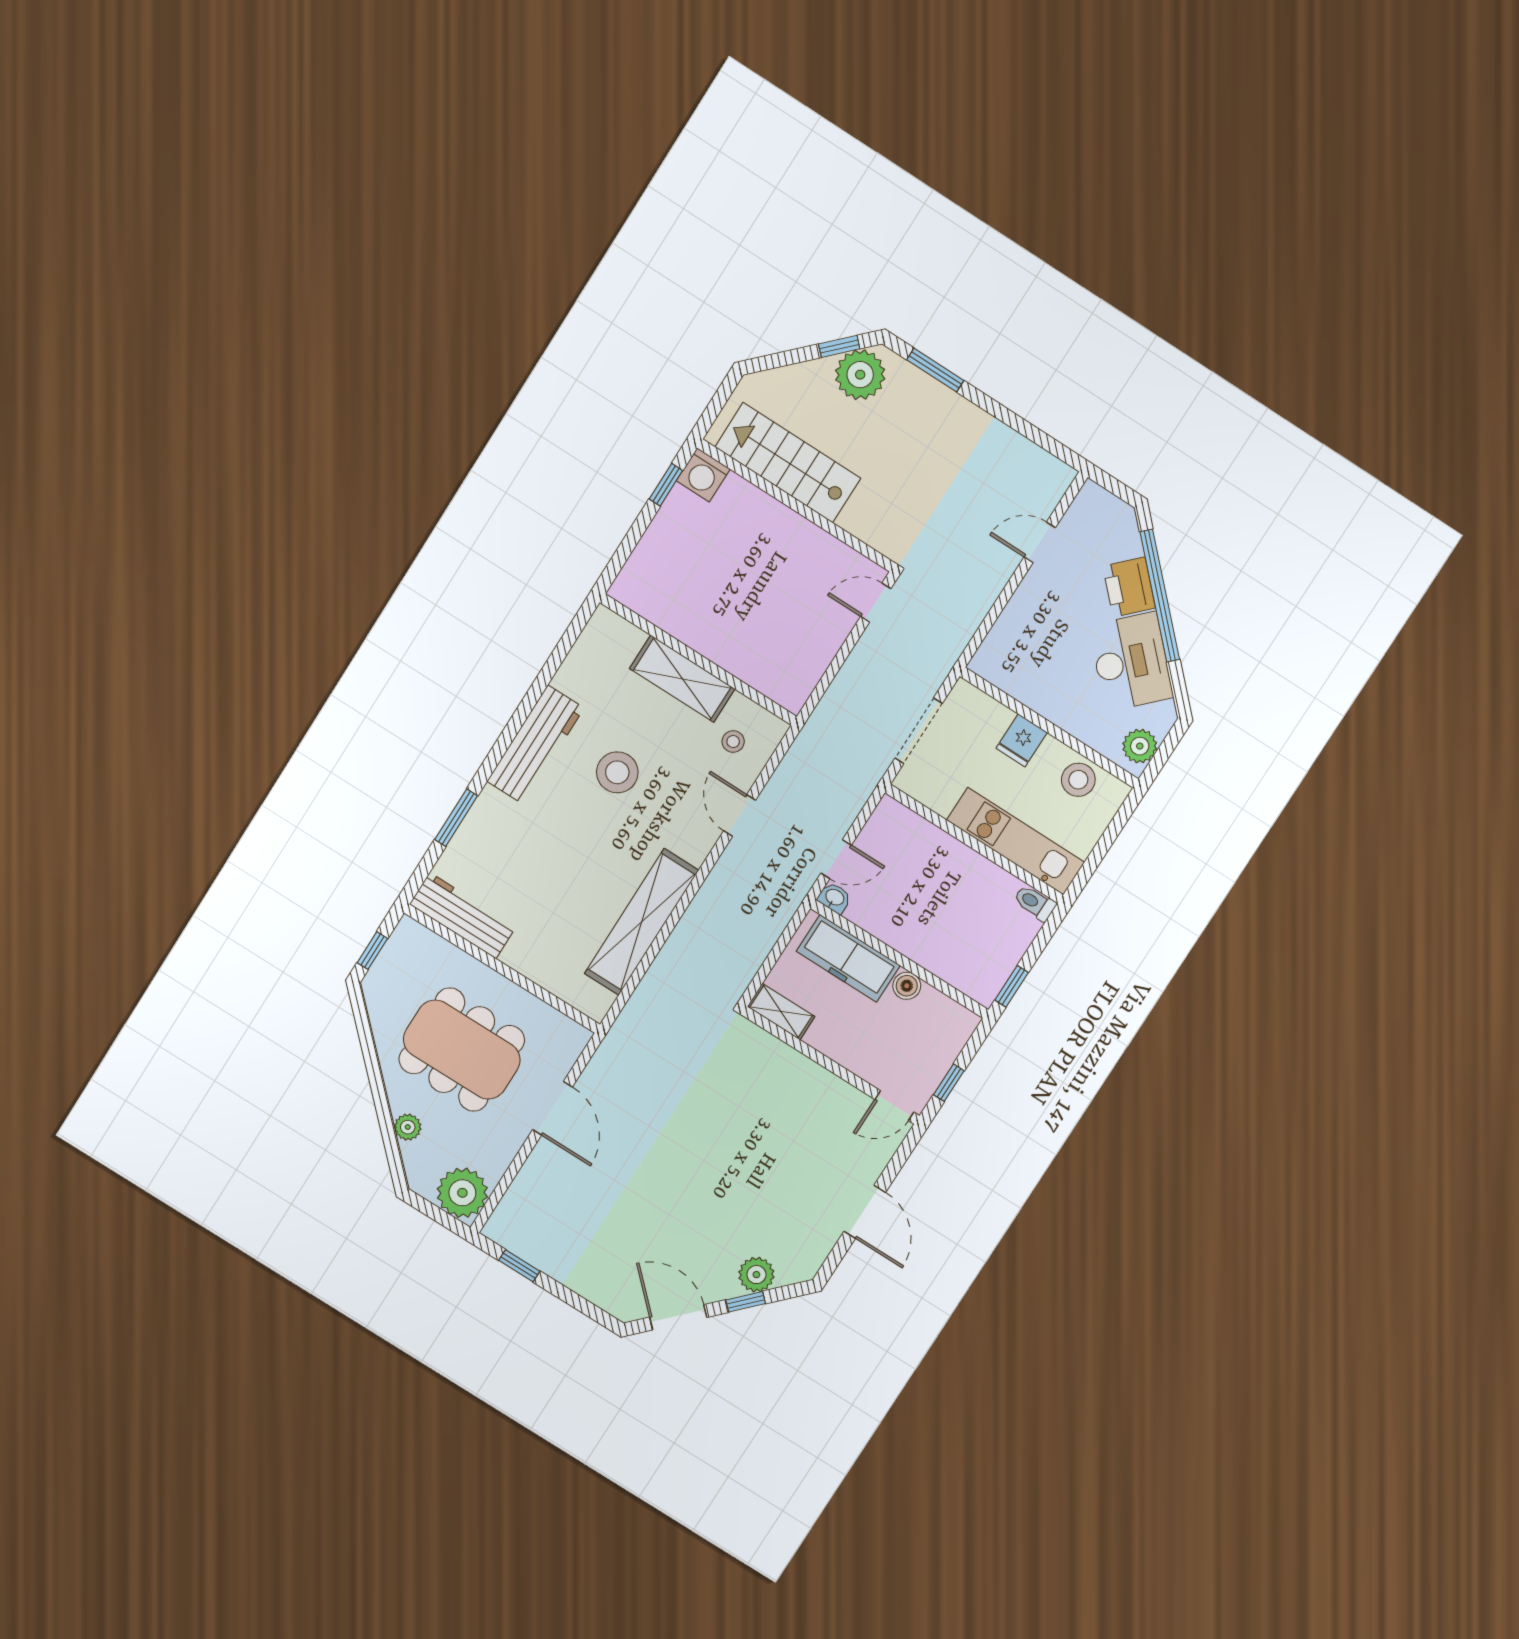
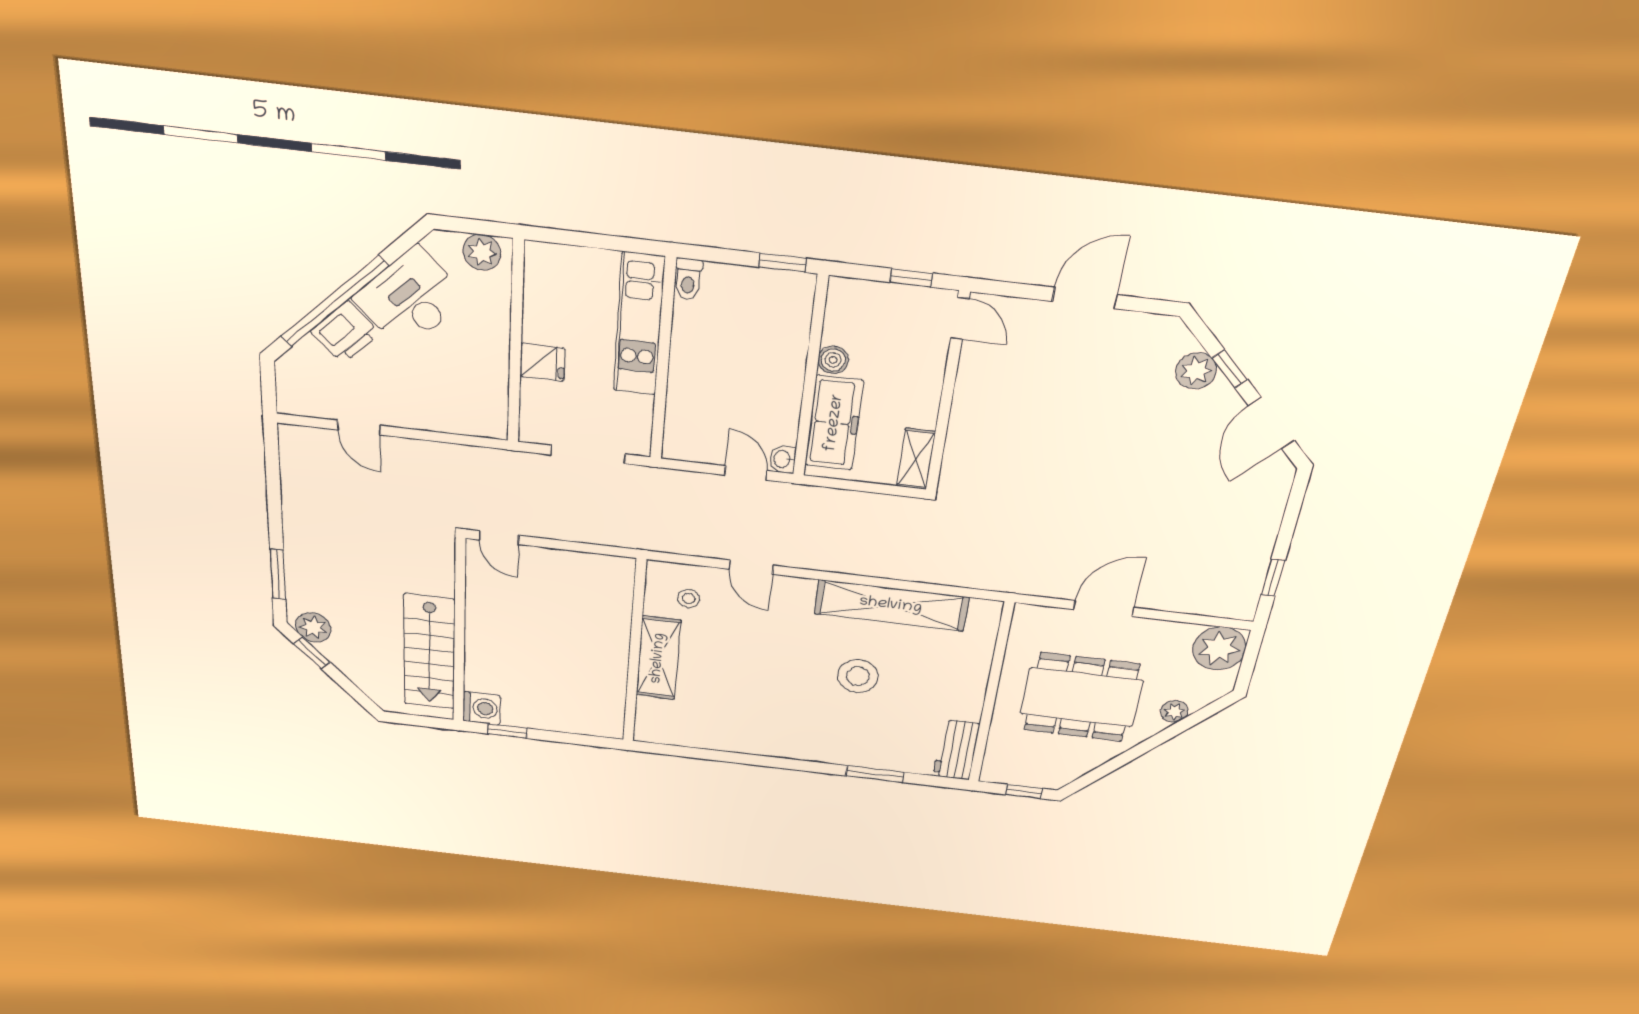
plant: (860, 375) -> (313, 627), width x0.73, depth x0.73
workbench: (536, 745) -> (780, 741), removed
stool: (617, 772) -> (858, 676), moved
stool: (1078, 780) -> (548, 294), removed
door: (740, 815) -> (751, 567), hinge flipped
workbench: (463, 916) -> (956, 750), width x0.73
dining table: (462, 1050) -> (1081, 697), turned 90

